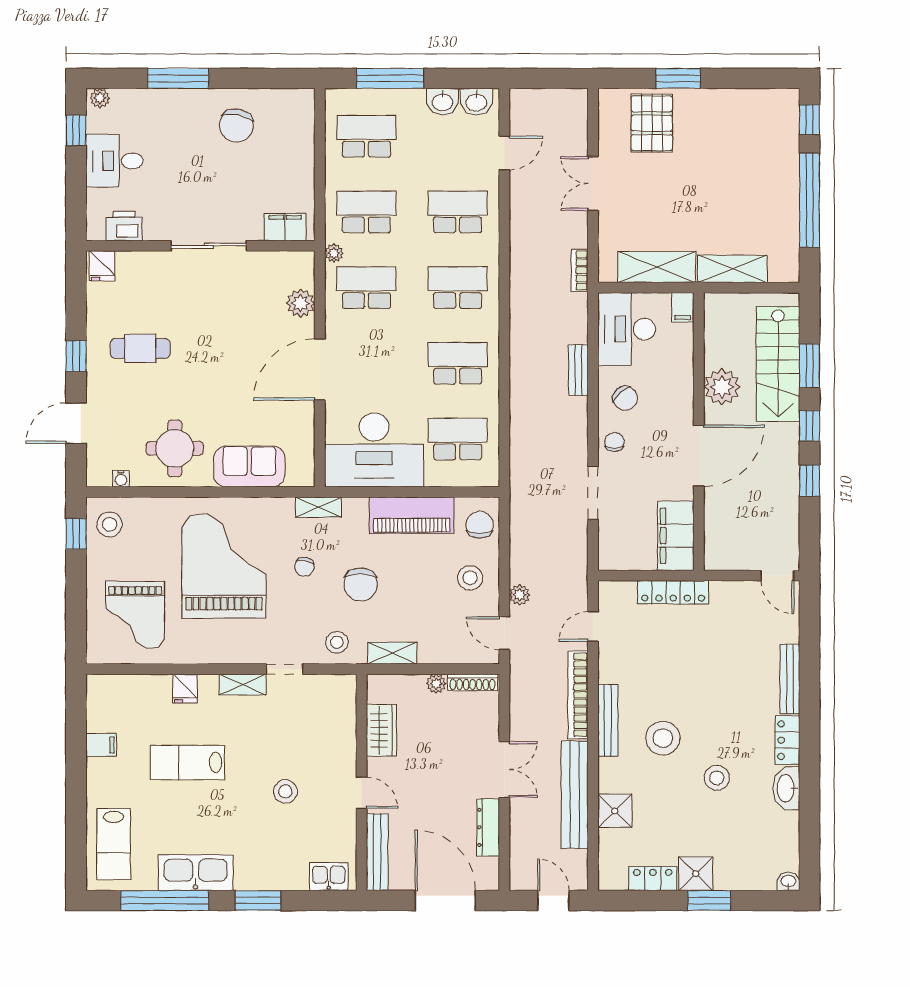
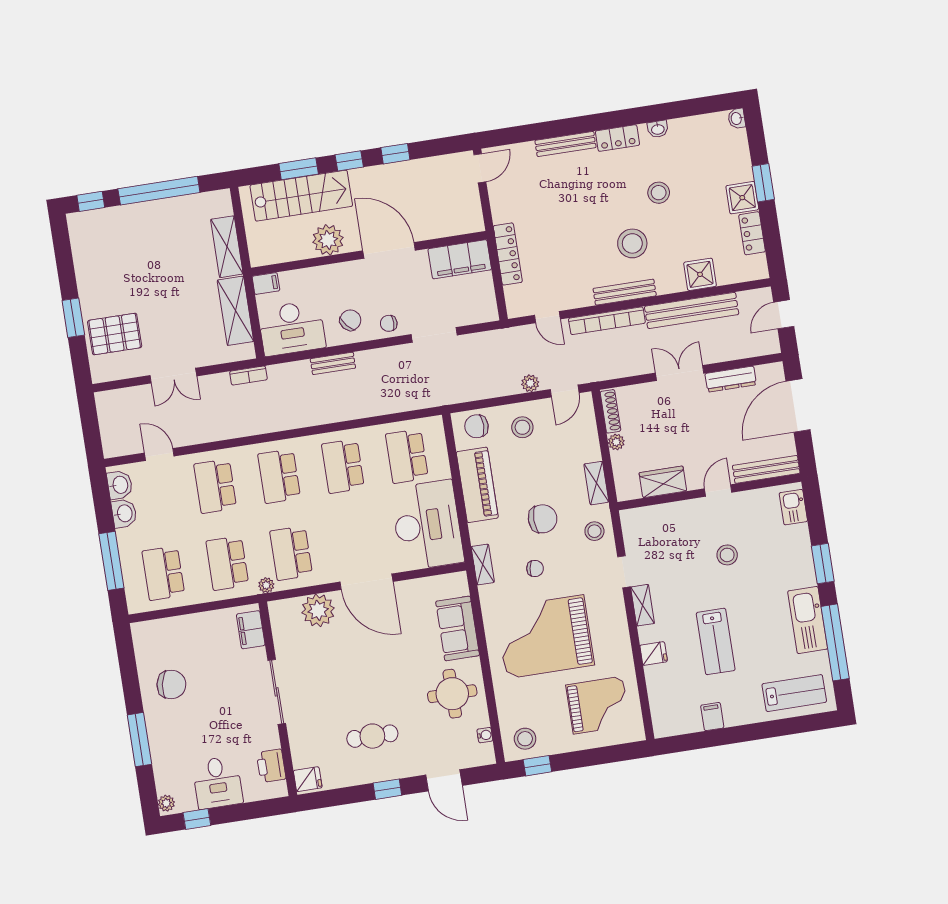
plant: (301, 303) -> (318, 610), width x1.36, depth x1.36
cafe table: (140, 348) -> (372, 736), turned 90
washbasin: (786, 788) -> (658, 129), width x0.52, depth x0.69

